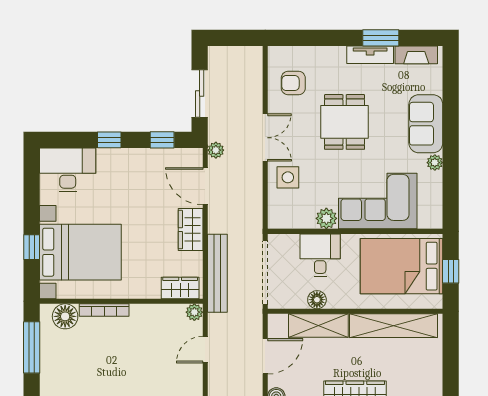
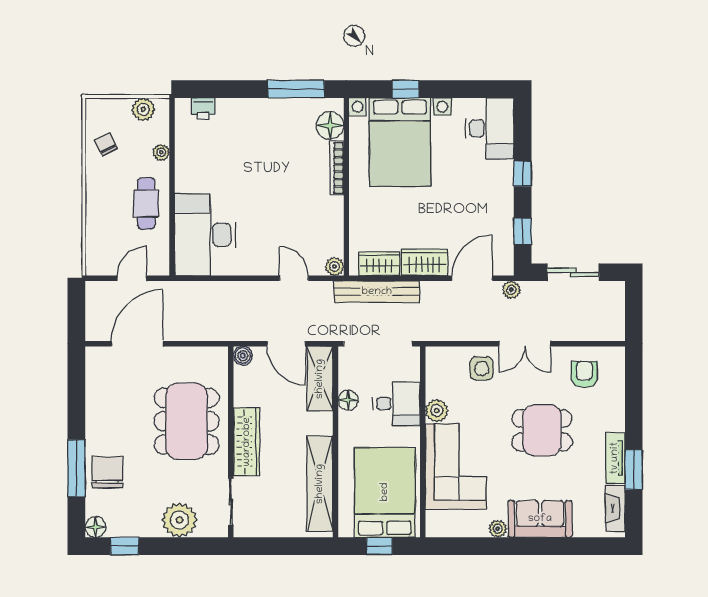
wardrobe: (180, 288) -> (379, 264), moved, turned -90
shelving: (318, 326) -> (320, 379), moved

